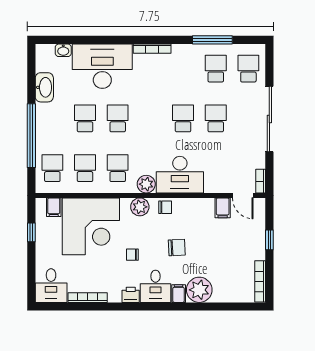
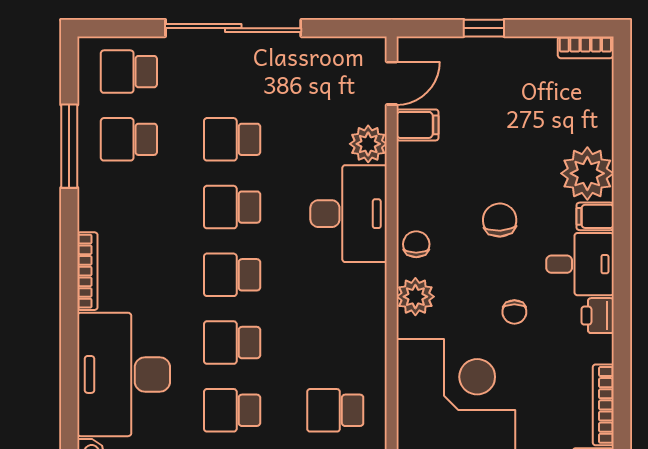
school desk: (118, 168) -> (232, 275), moved
bookcase: (261, 181) -> (362, 46), removed
plant: (146, 184) -> (368, 144), moved
bookcase: (260, 281) -> (585, 47), width x0.64

